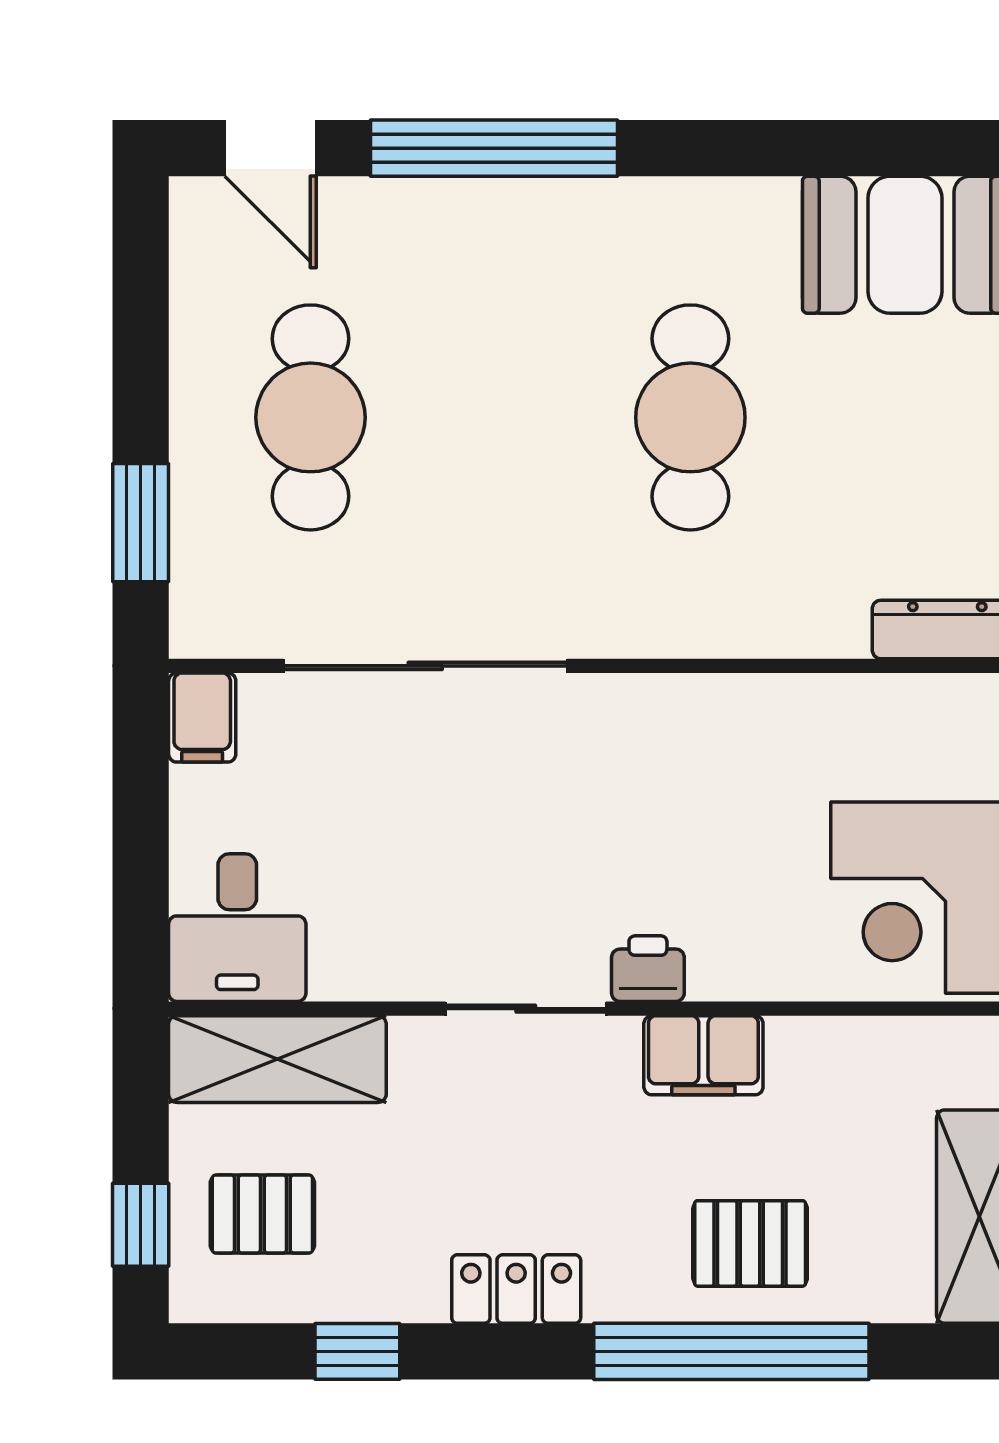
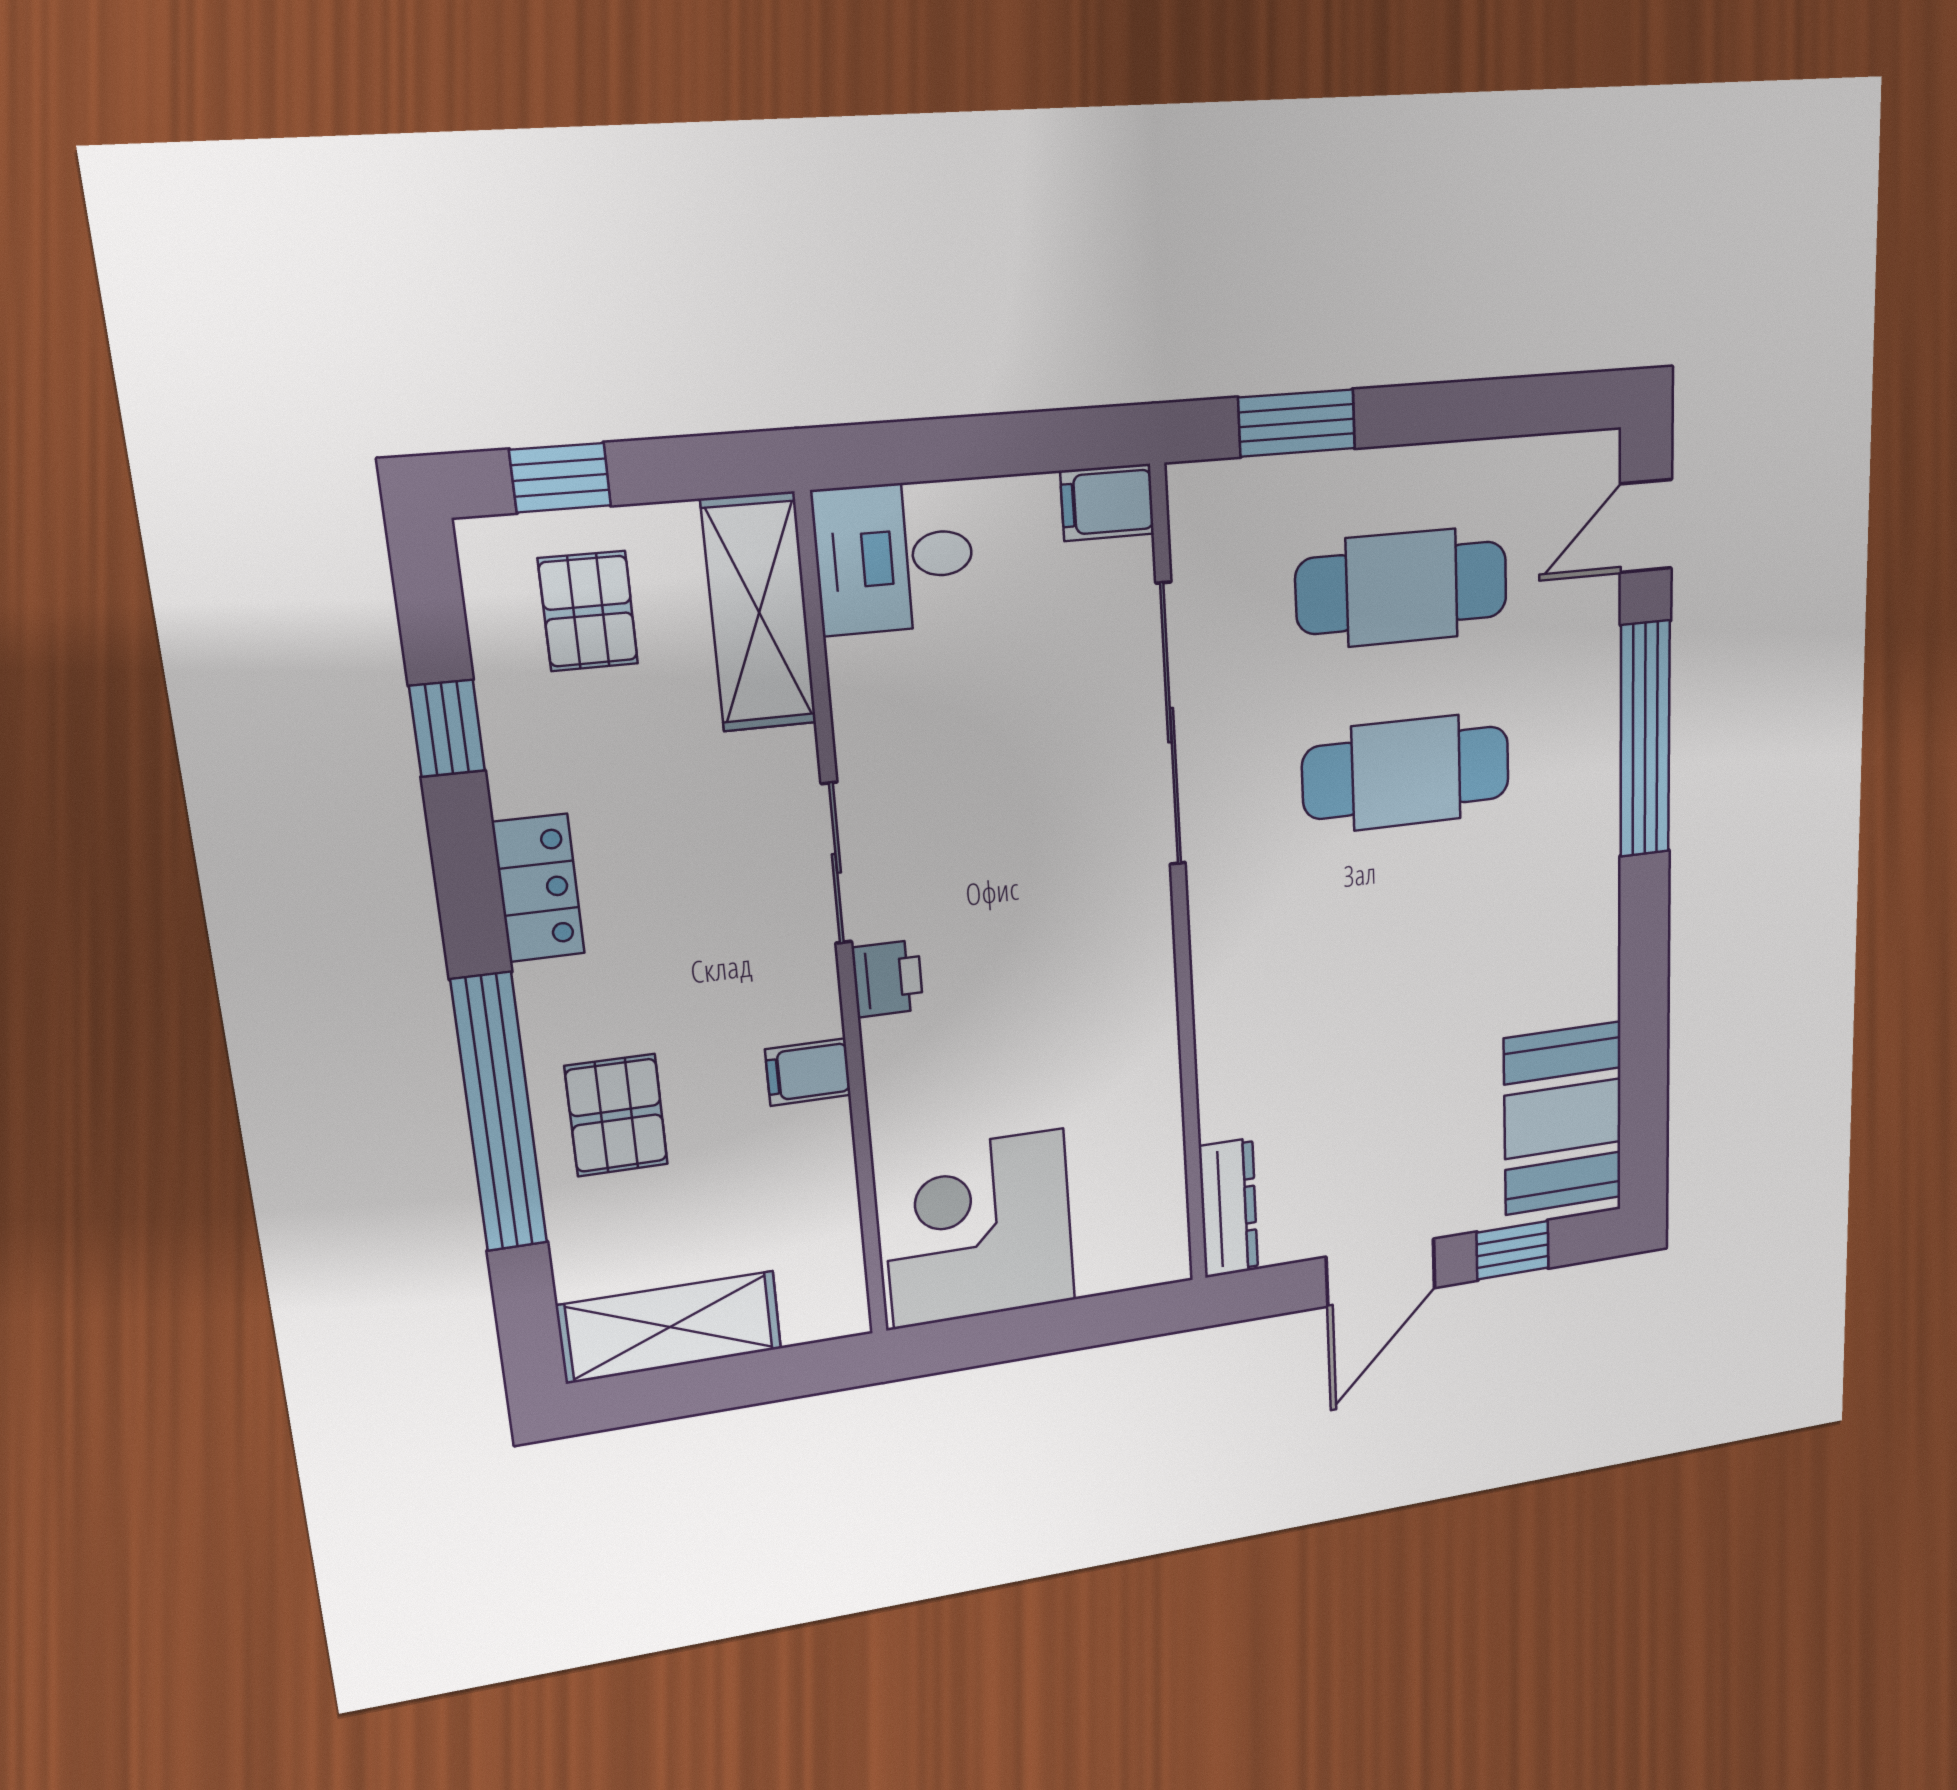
cafe table: (690, 417) -> (1406, 773), moved
filing cabinet: (703, 1055) -> (808, 1072), width x0.50

